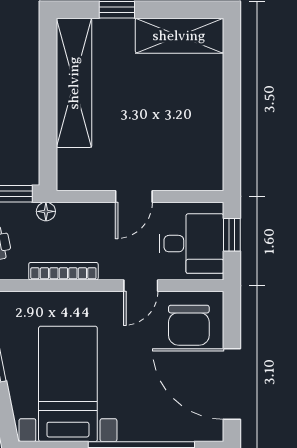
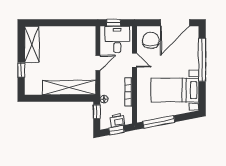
shelving: (74, 83) -> (69, 88), moved
door: (134, 196) -> (98, 63), hinge flipped
chair: (189, 325) -> (151, 40), turned -90

